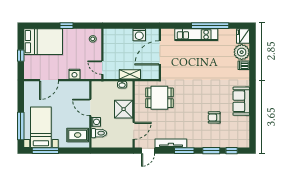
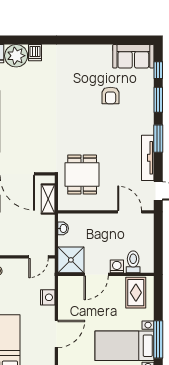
shelving: (130, 74) -> (48, 199), moved
door: (49, 80) -> (56, 334), hinge flipped
sofa: (241, 101) -> (133, 56), moved
shower: (124, 109) -> (71, 260), moved

